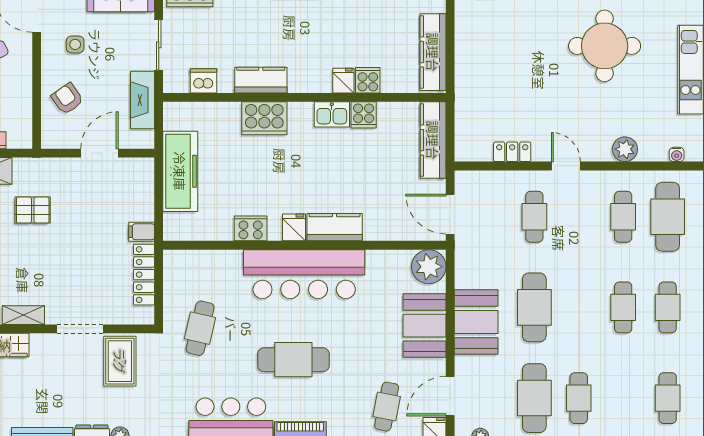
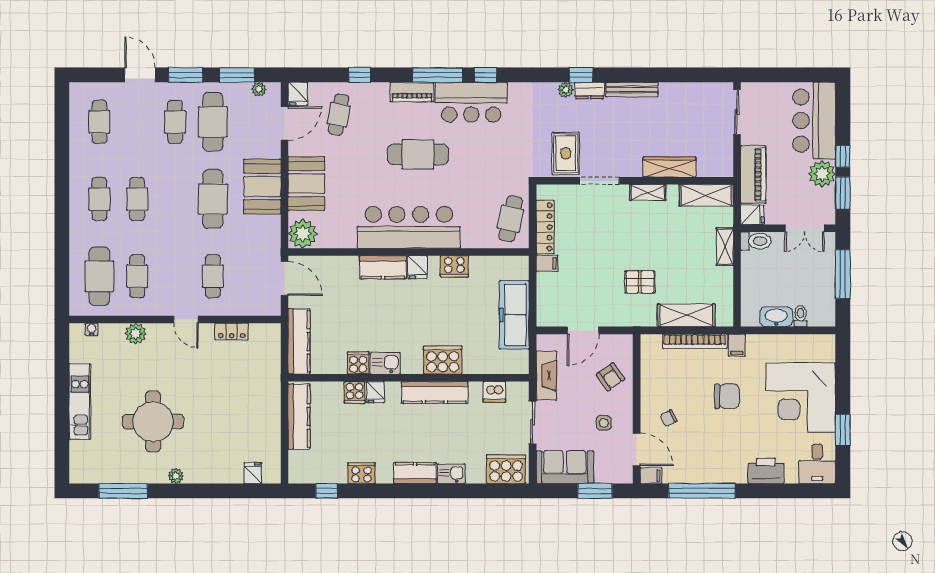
kitchen counter: (261, 80) -> (435, 393), width x1.50
cafe table: (200, 328) -> (511, 219), moved

